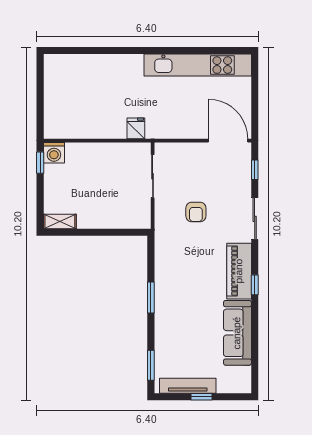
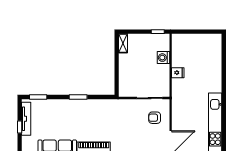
fridge: (136, 128) -> (178, 73), moved
washing machine: (54, 153) -> (164, 58), moved
armchair: (196, 212) -> (155, 118), moved

